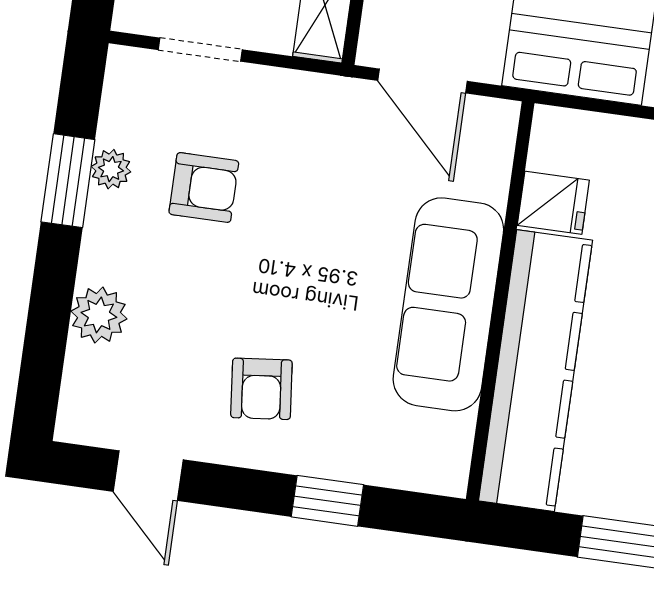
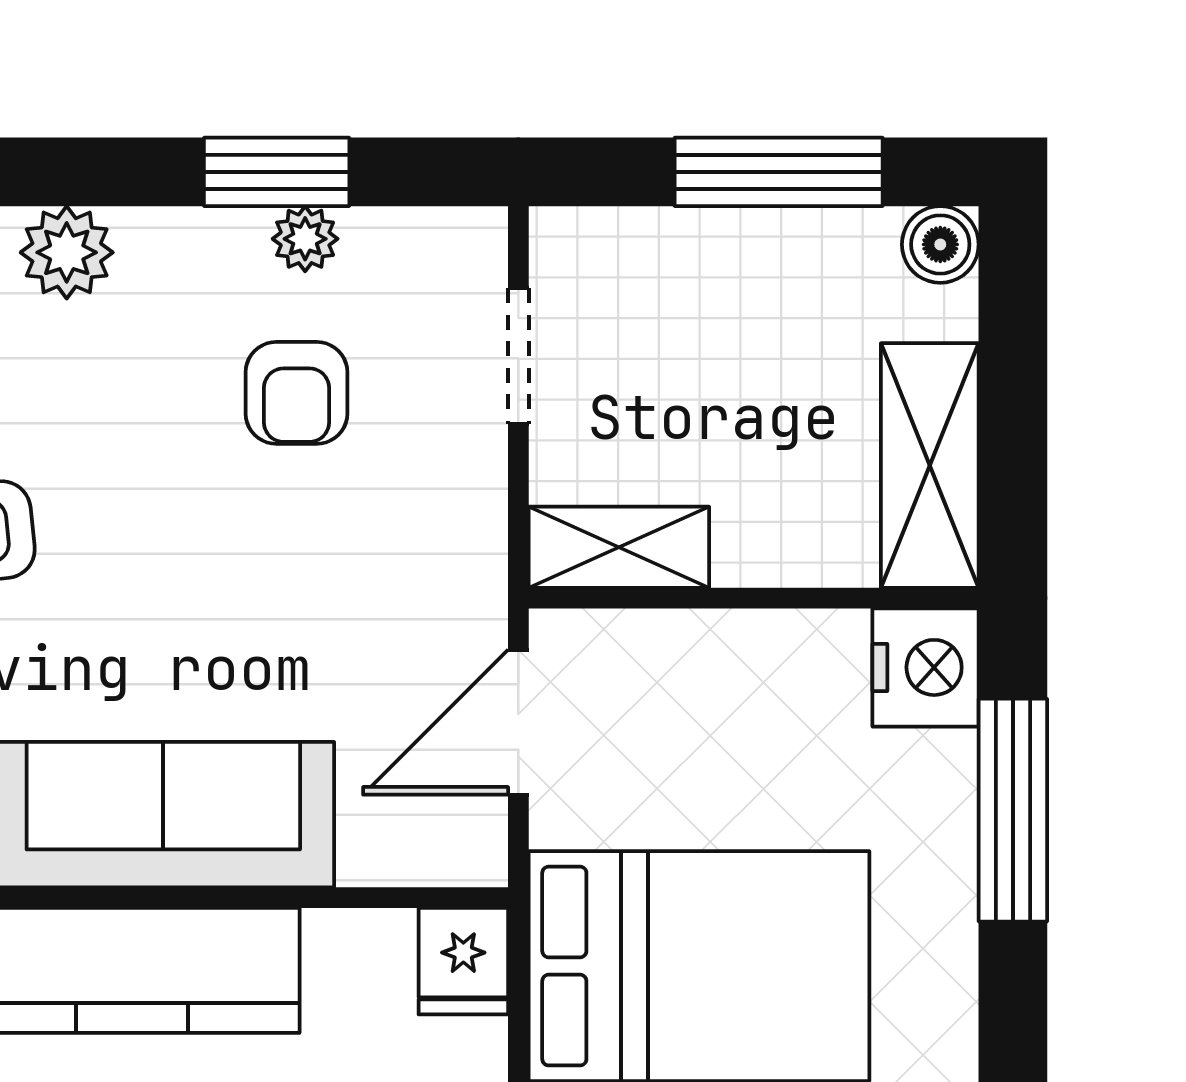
fridge: (553, 203) -> (463, 961), moved

